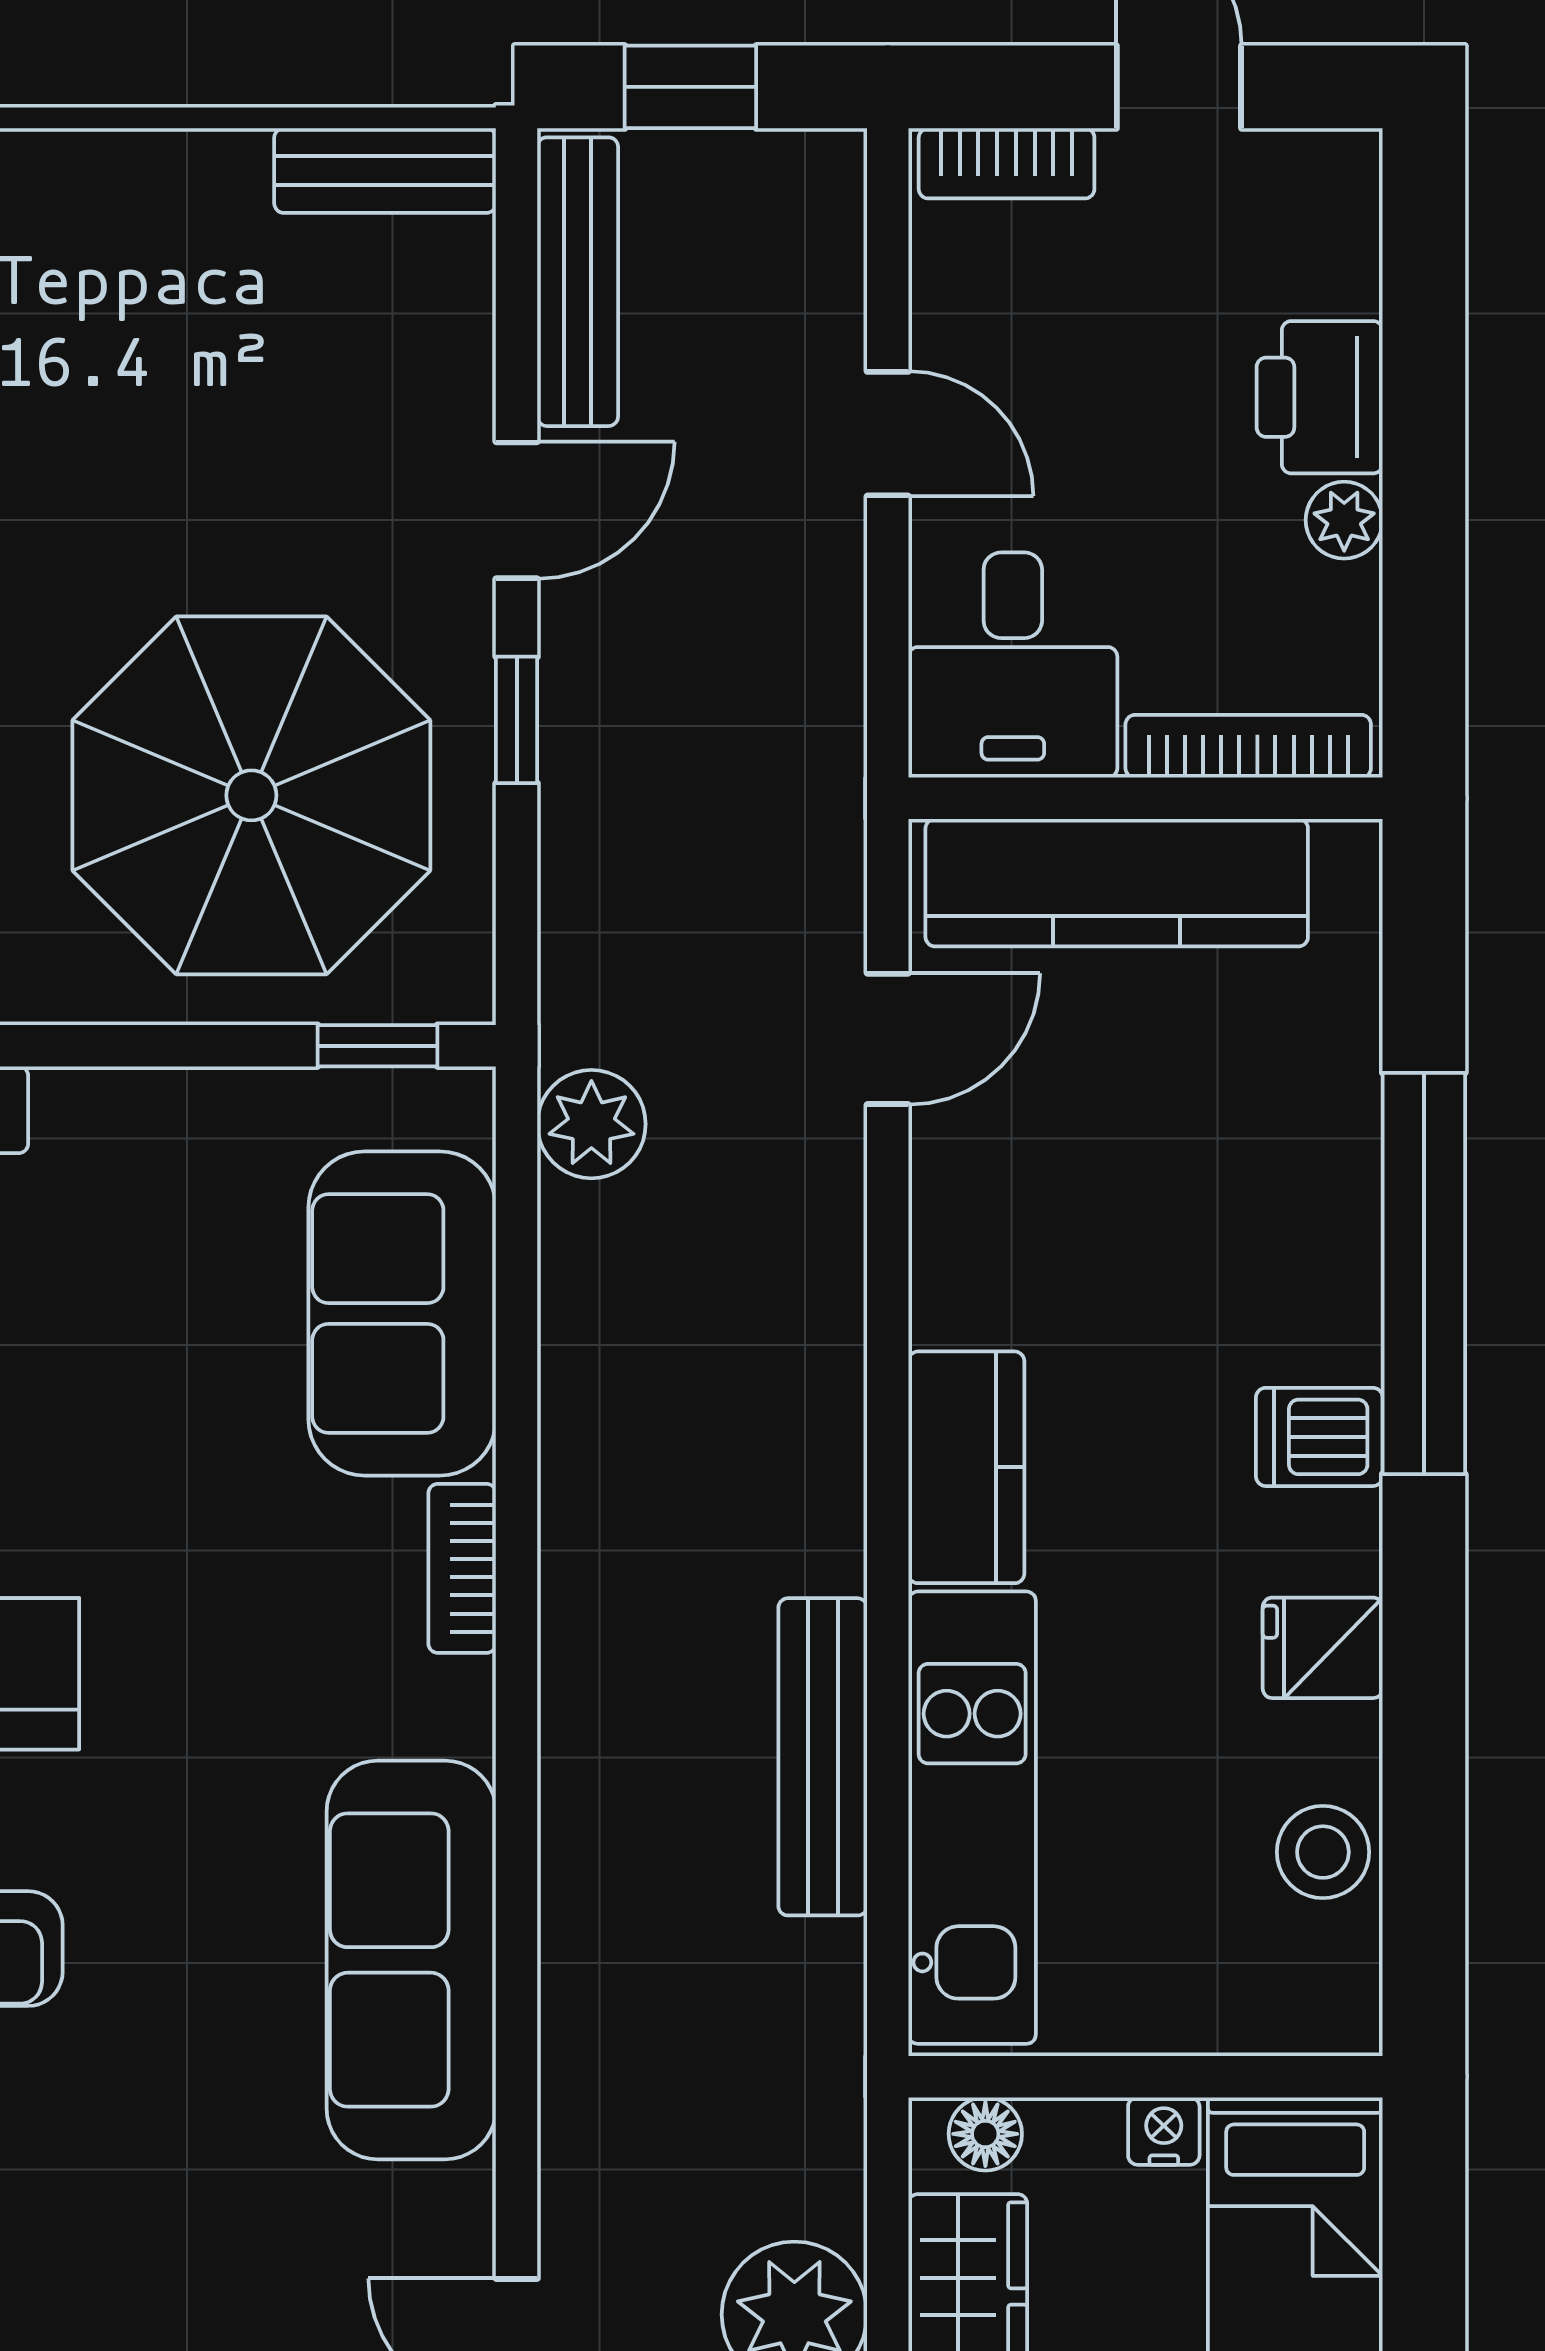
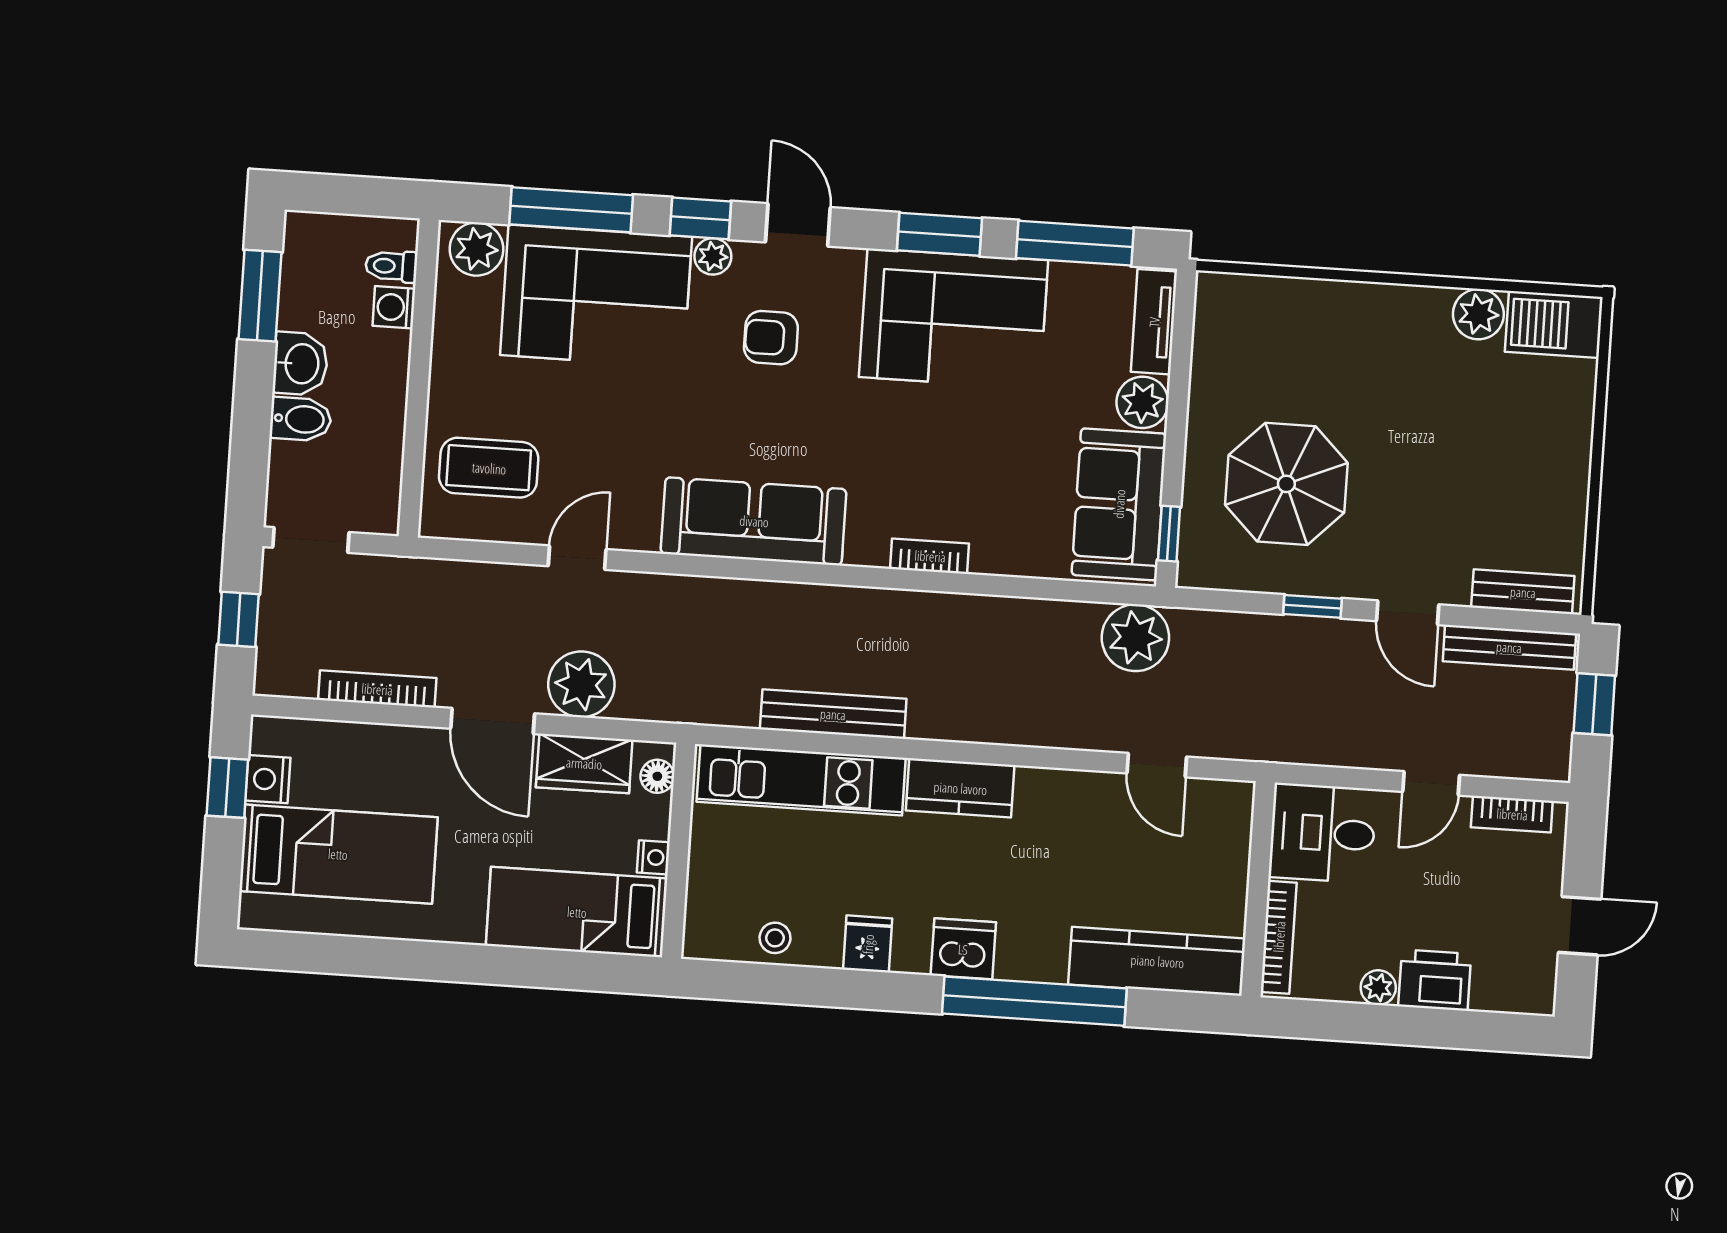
bookcase: (1007, 163) -> (1512, 814), moved, turned -90
bench: (385, 171) -> (1523, 592), moved, turned 90
parasol: (251, 795) -> (1286, 484), width x0.73, depth x0.73
kitchen counter: (1117, 883) -> (1157, 961), moved, turned 90
plant: (93, 1123) -> (1142, 402), added
plant: (591, 1124) -> (1135, 638), width x1.36, depth x1.36
sofa: (402, 1313) -> (1119, 504), moved, turned -90
dishwasher: (1319, 1437) -> (963, 949), width x1.38
stool: (1323, 1852) -> (775, 938), width x0.73, depth x0.73

